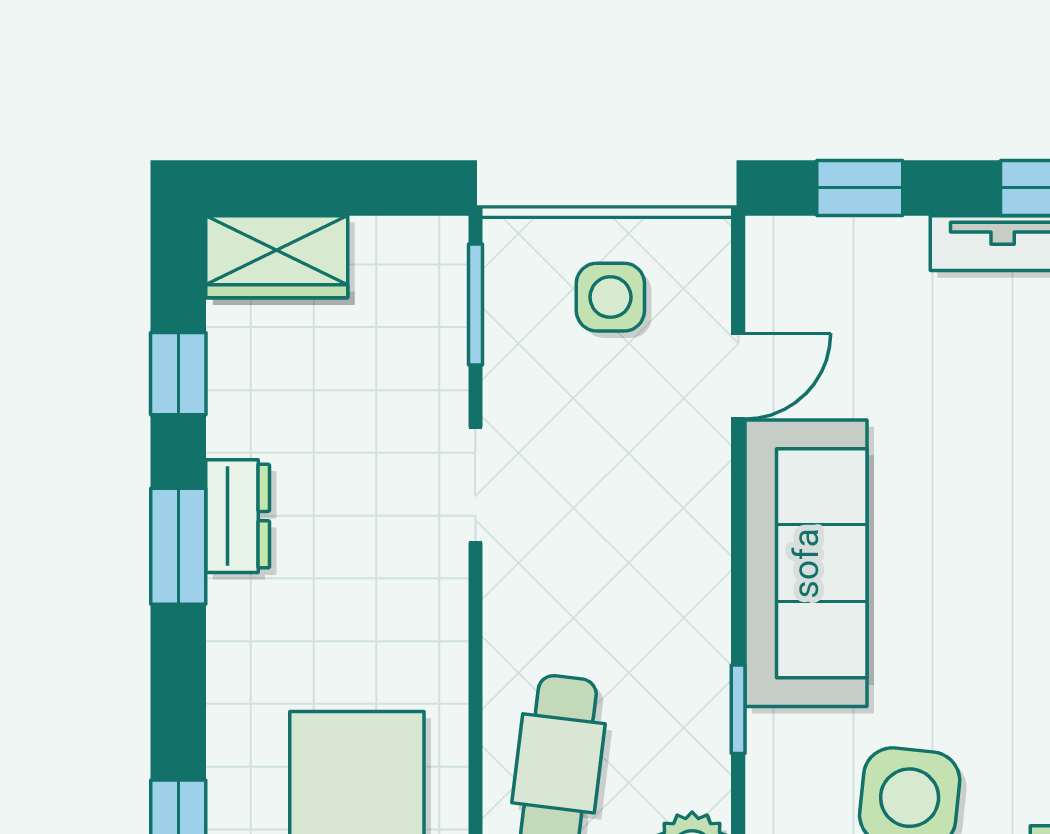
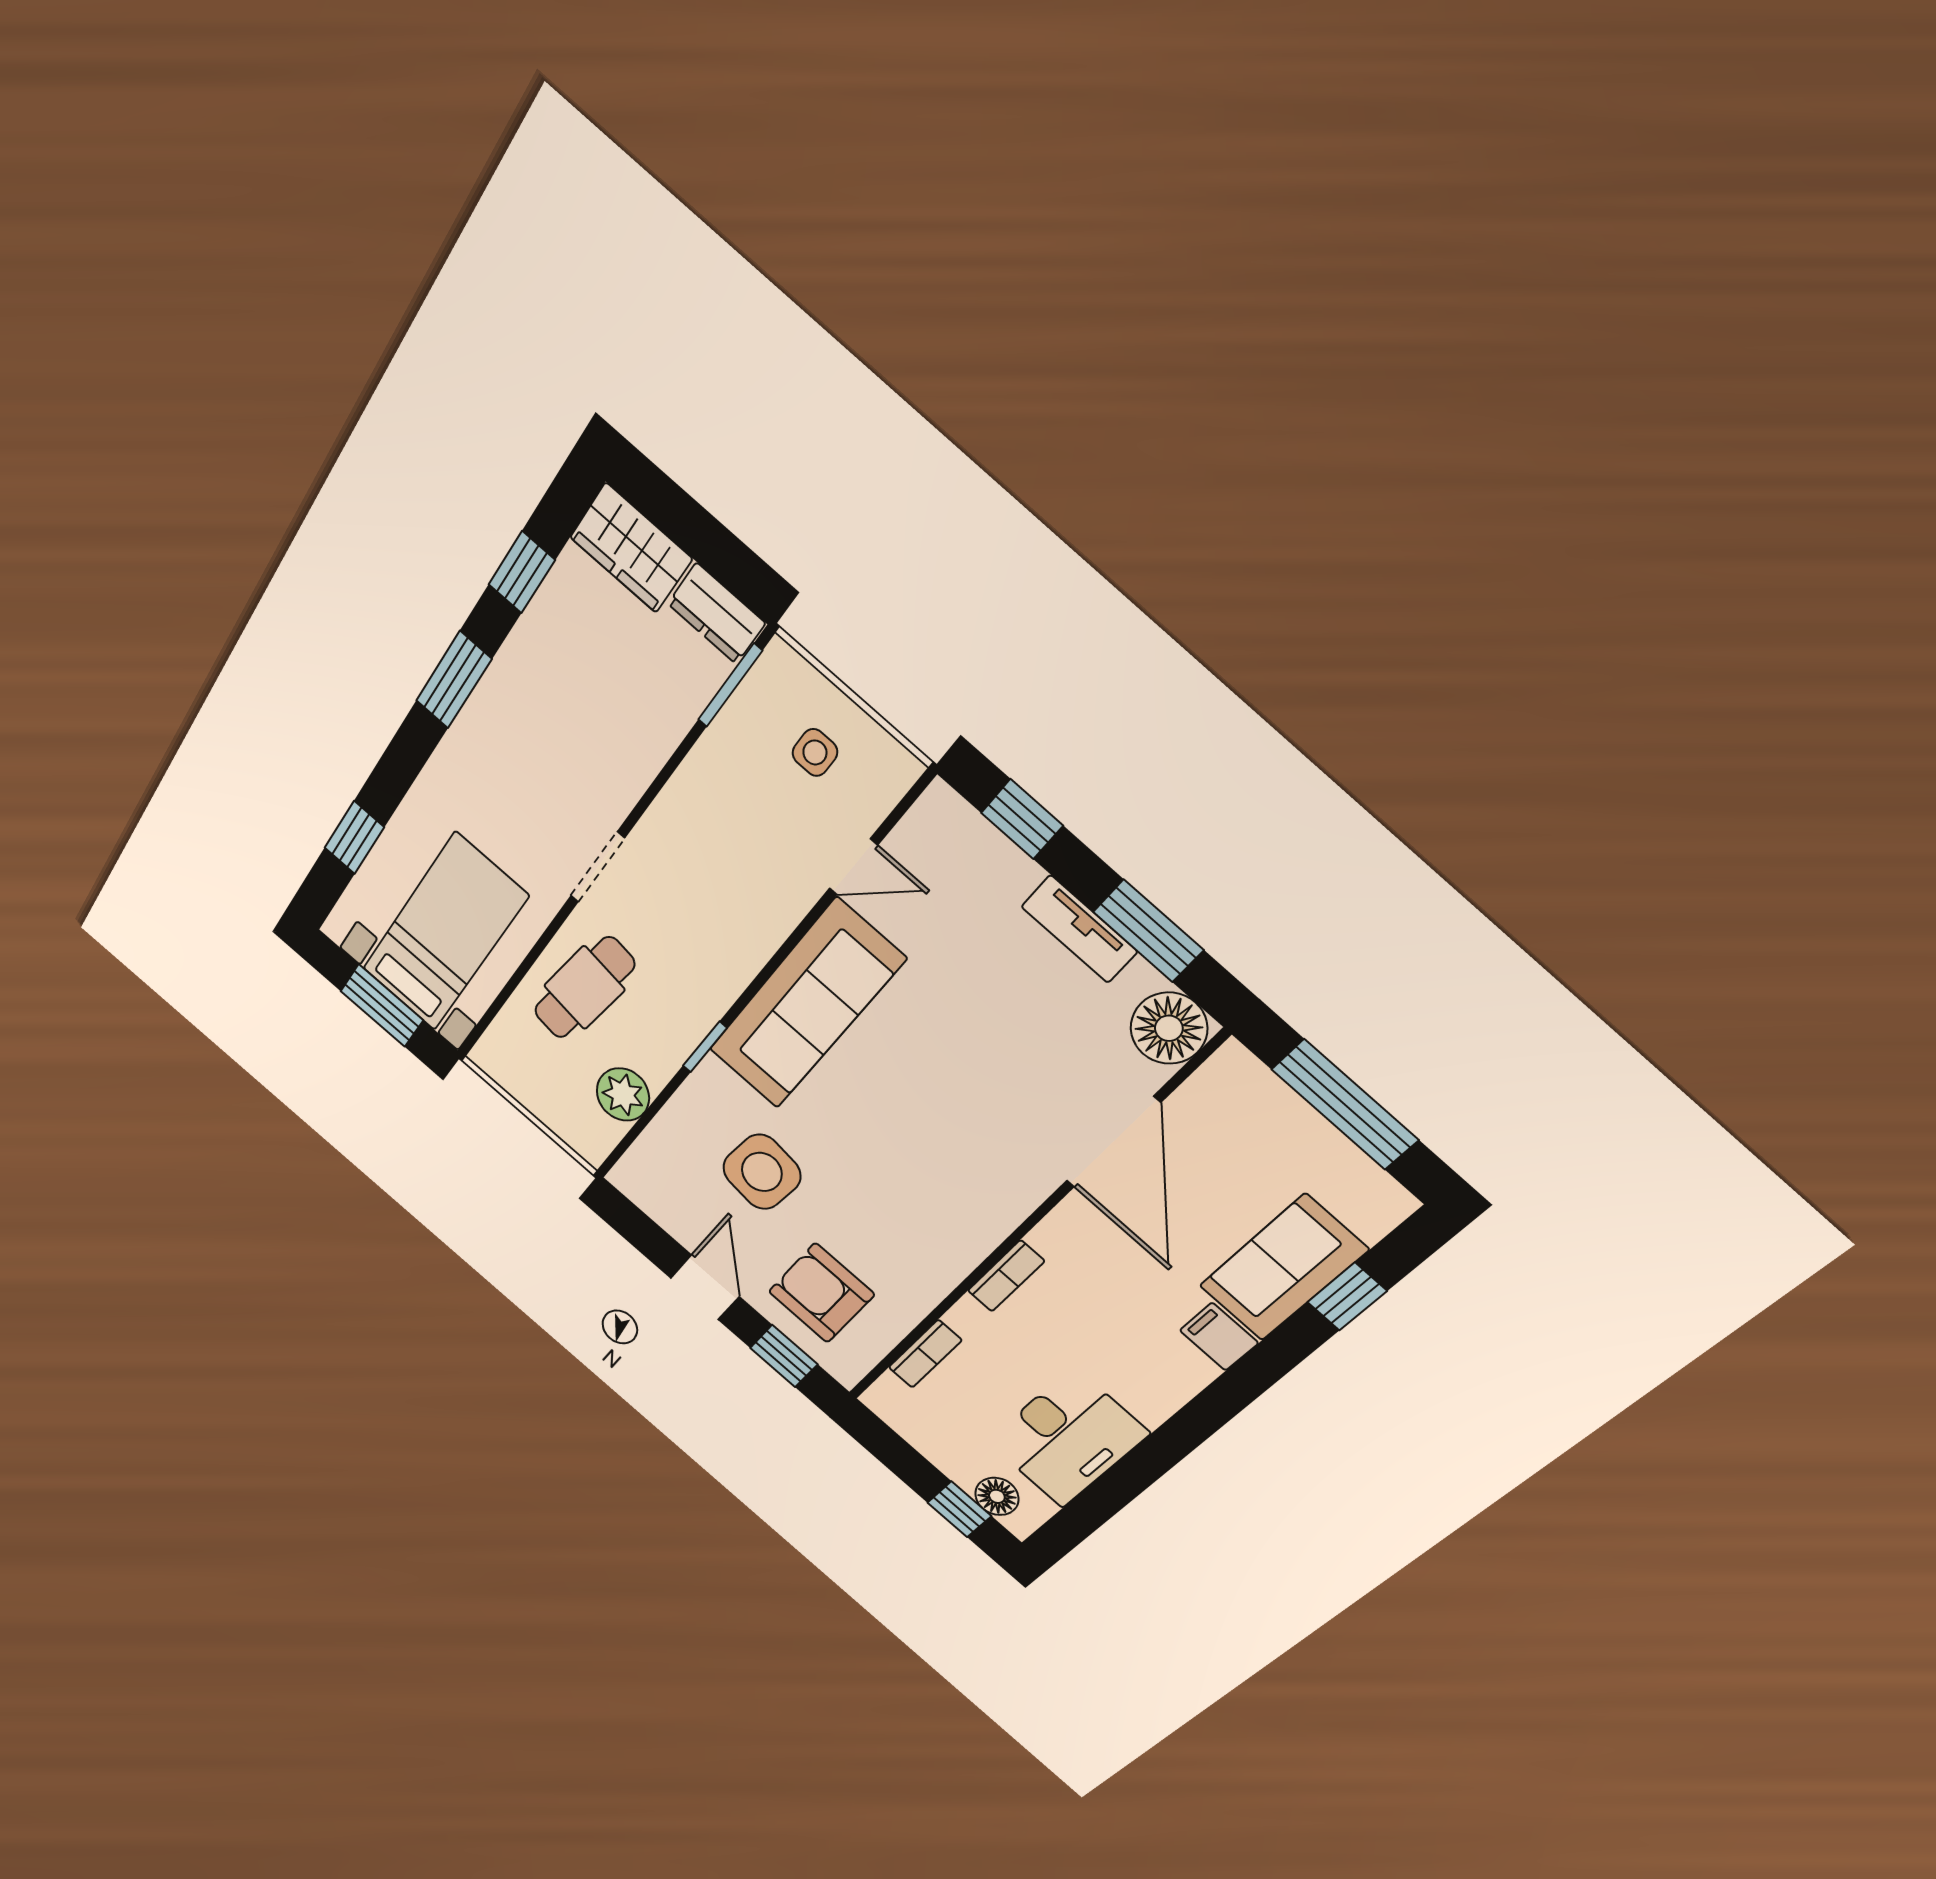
side table: (610, 297) -> (815, 752), width x0.73, depth x0.73
doorway: (475, 485) -> (598, 867), moved
dresser: (238, 516) -> (716, 613), moved, turned 90

